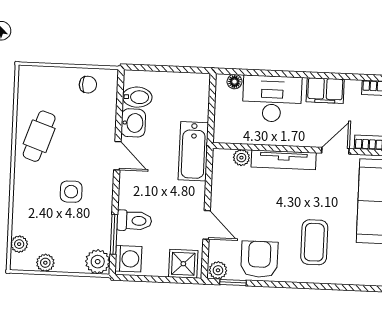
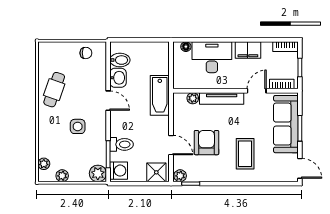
armchair: (259, 259) -> (206, 143), moved

